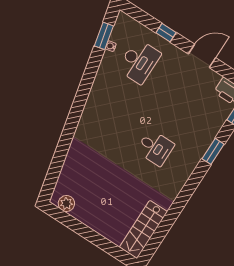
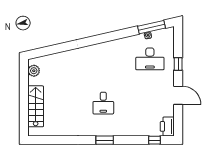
window: (104, 36) -> (152, 27), width x1.44
window: (213, 151) -> (105, 140), moved
stairs: (143, 229) -> (36, 106), moved, turned 90

